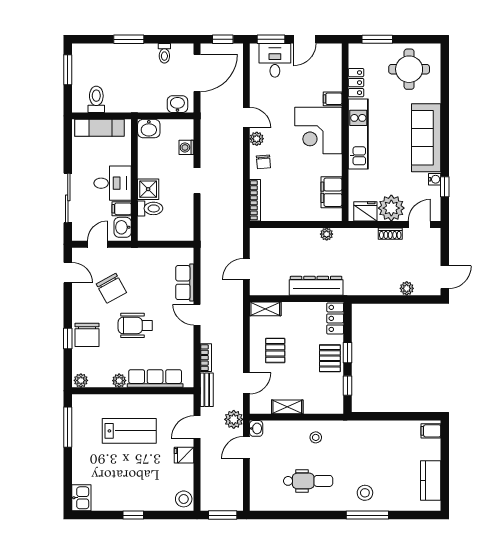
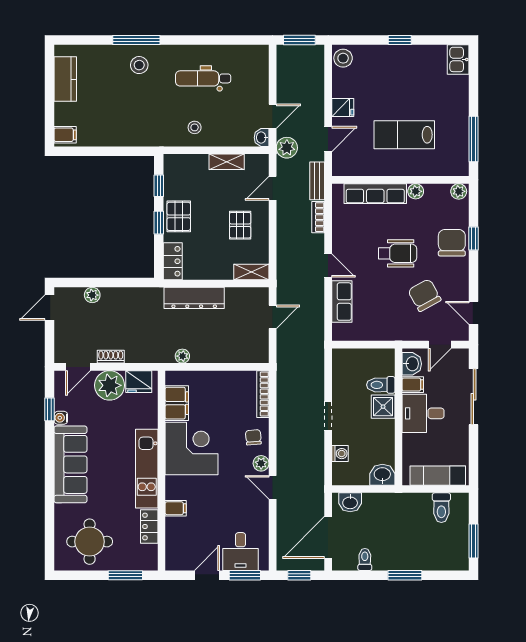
corner desk: (318, 131) -> (192, 448), moved

